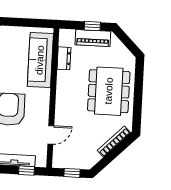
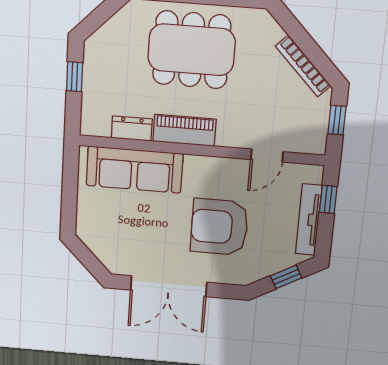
piano: (93, 38) -> (184, 130), moved, turned -90
door: (51, 135) -> (267, 156), swing flipped
bookcase: (114, 142) -> (303, 66), moved

